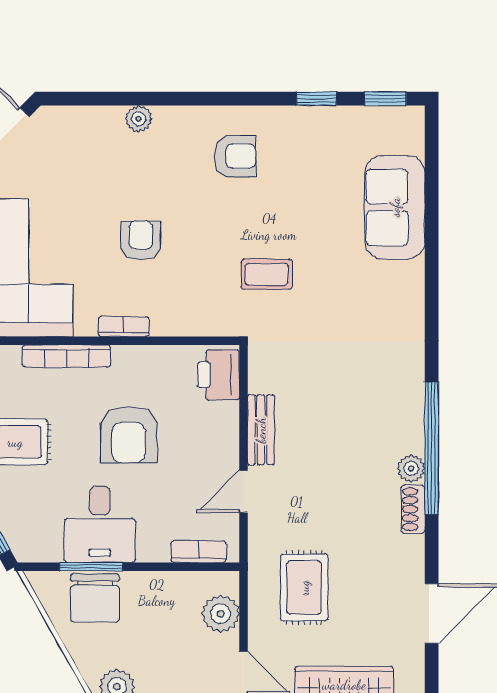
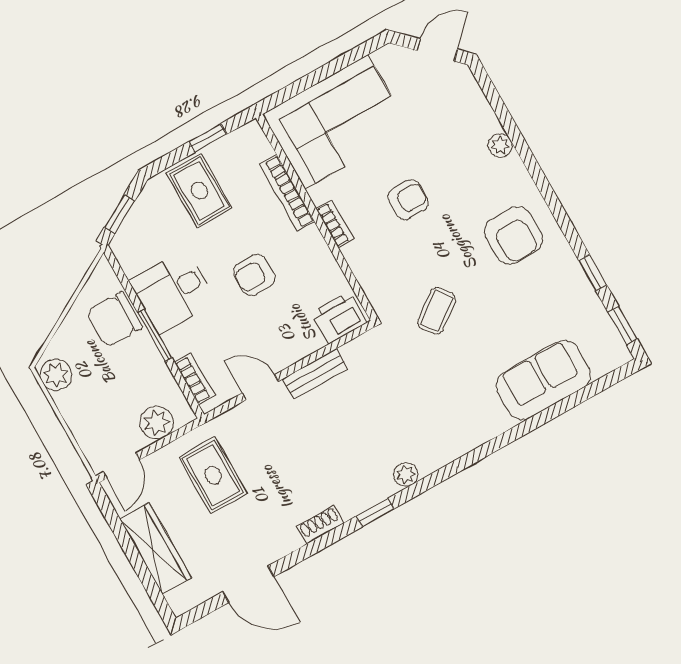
armchair: (235, 156) -> (513, 235), width x1.38, depth x1.38
coffee table: (267, 274) -> (437, 311), turned 53
armchair: (129, 435) -> (254, 275), width x0.72, depth x0.72
window: (432, 448) -> (375, 513), width x0.32
plant: (411, 469) -> (406, 474), moved
window: (91, 567) -> (155, 335), moved
rug: (304, 588) -> (213, 475), turned 90

